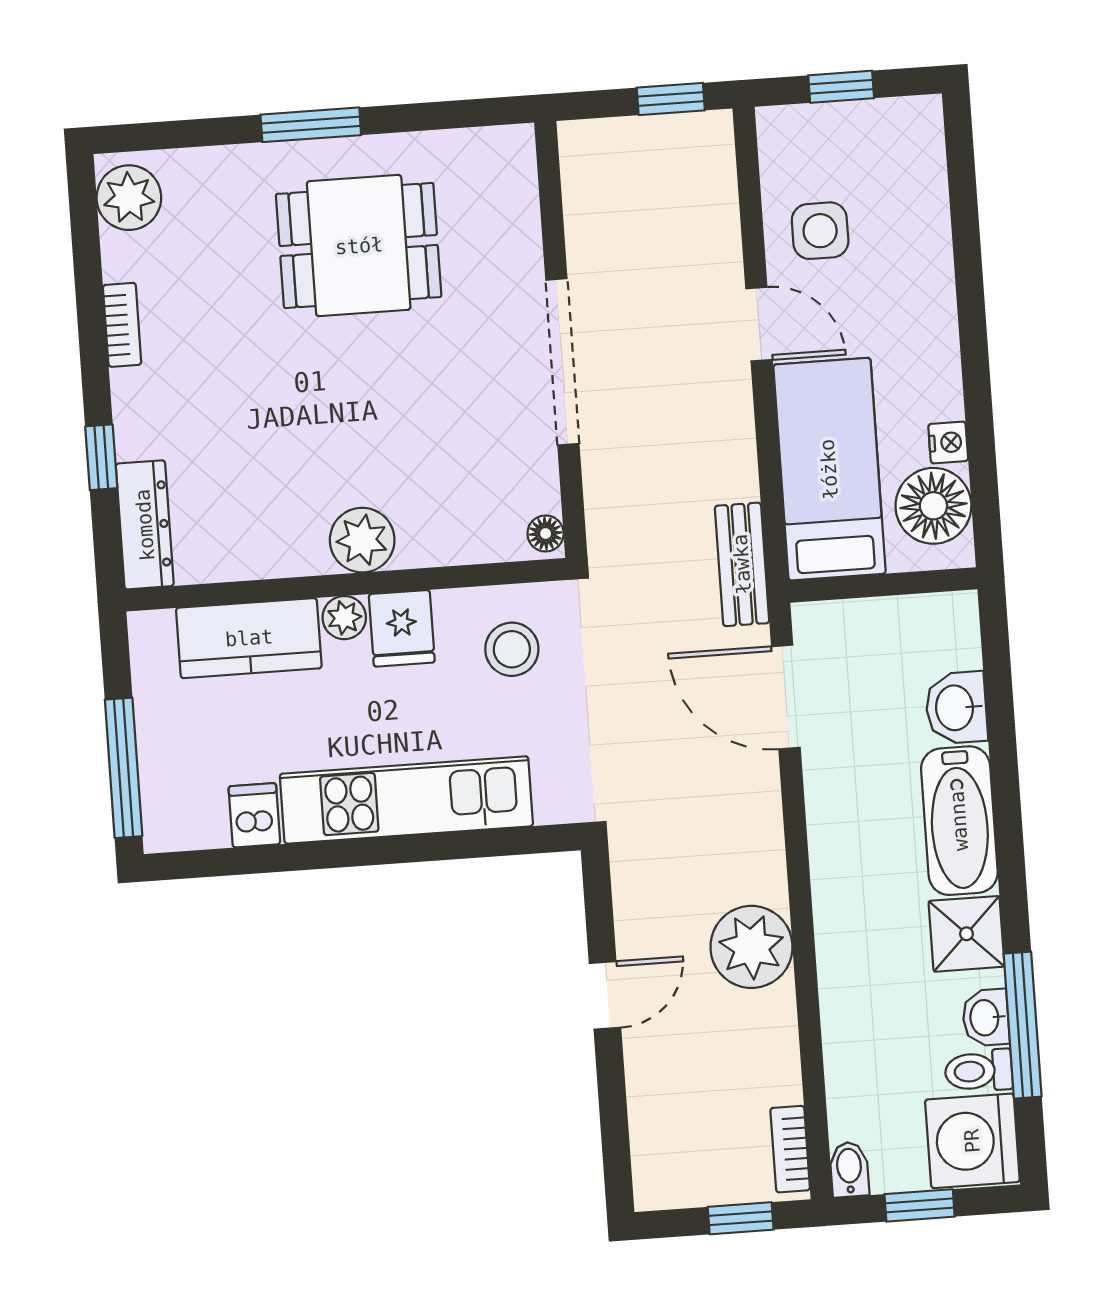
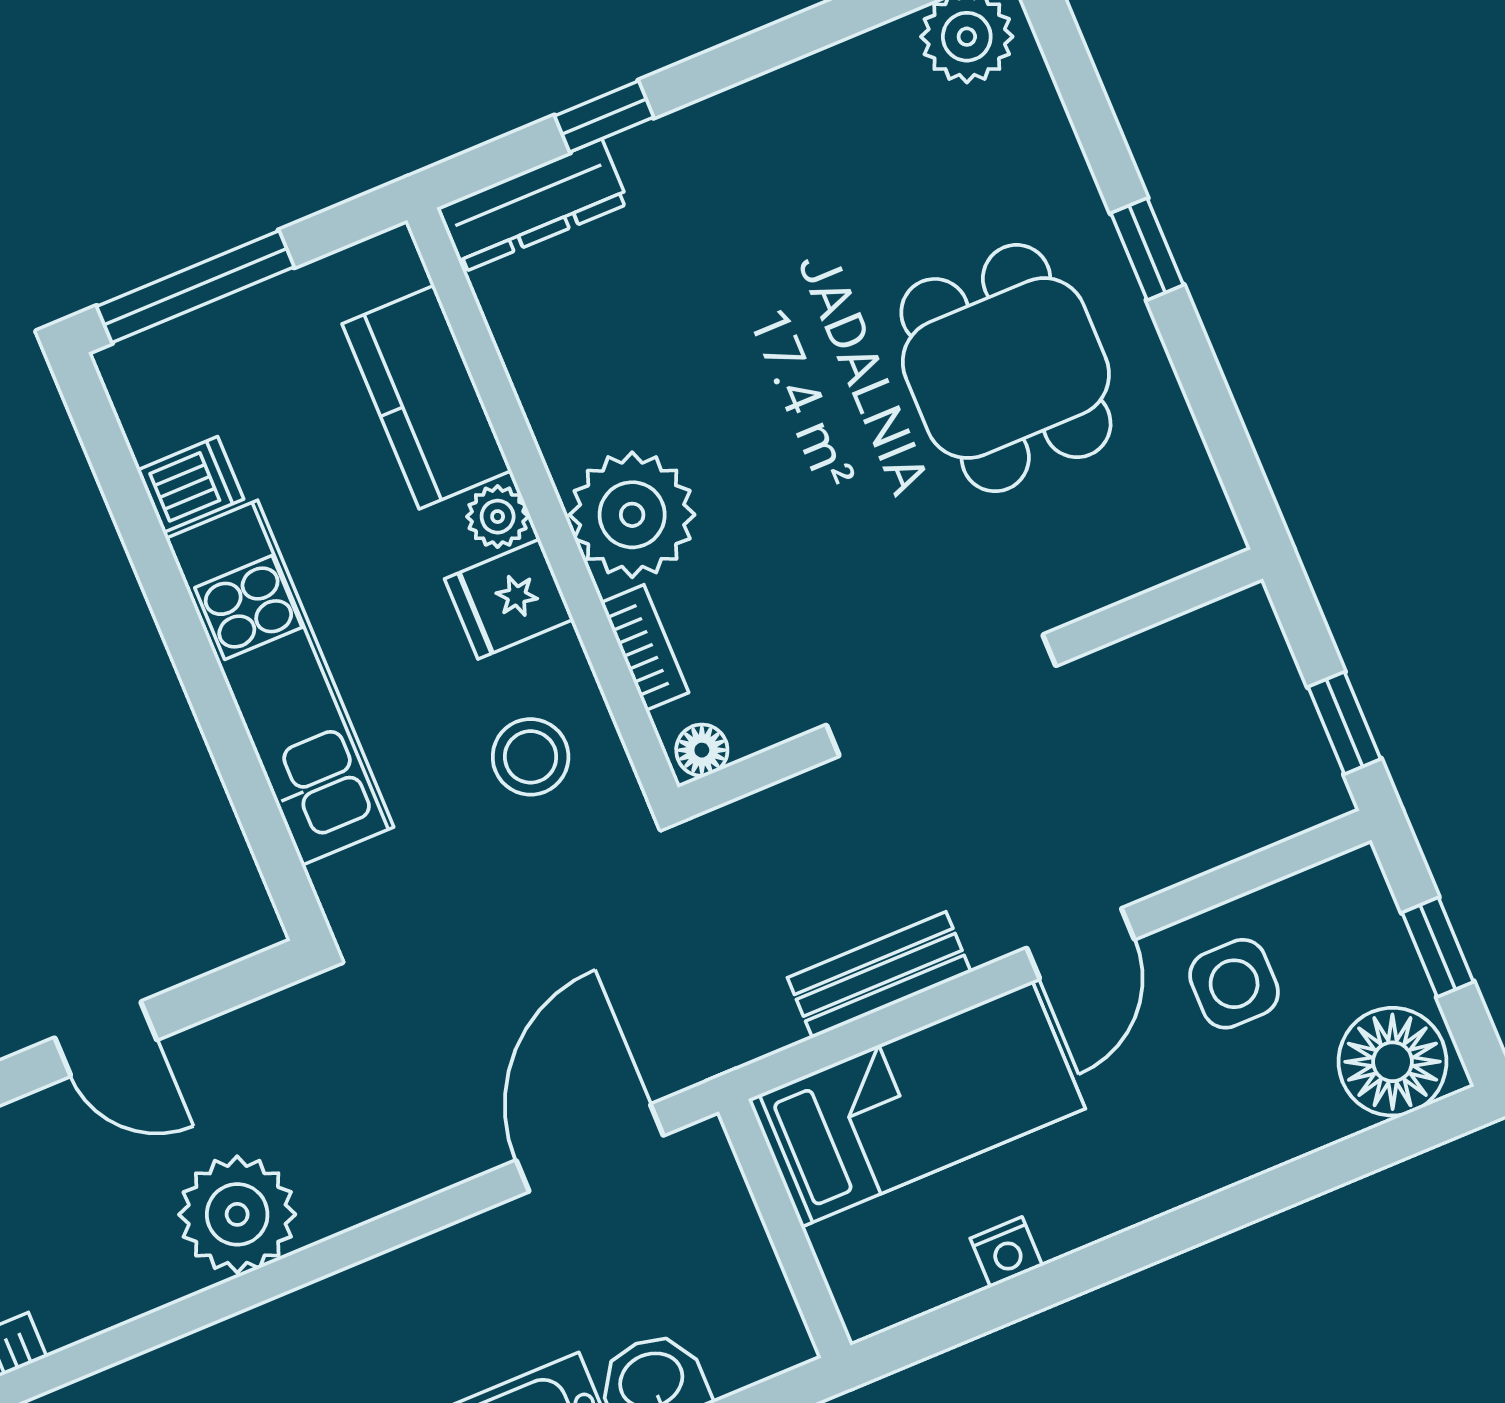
window: (311, 125) -> (1147, 249), width x0.67
bookcase: (122, 325) -> (645, 648), moved, turned -90
floor lamp: (933, 506) -> (1392, 1062), moved
plant: (362, 540) -> (632, 515), width x1.36, depth x1.36
bench: (742, 564) -> (879, 975), moved

